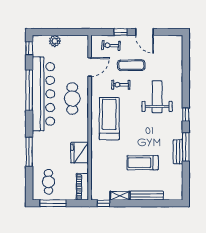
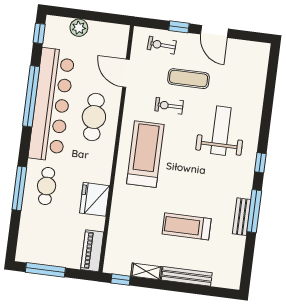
door: (90, 67) -> (126, 73), swing flipped
cafe table: (48, 182) -> (47, 186), moved

